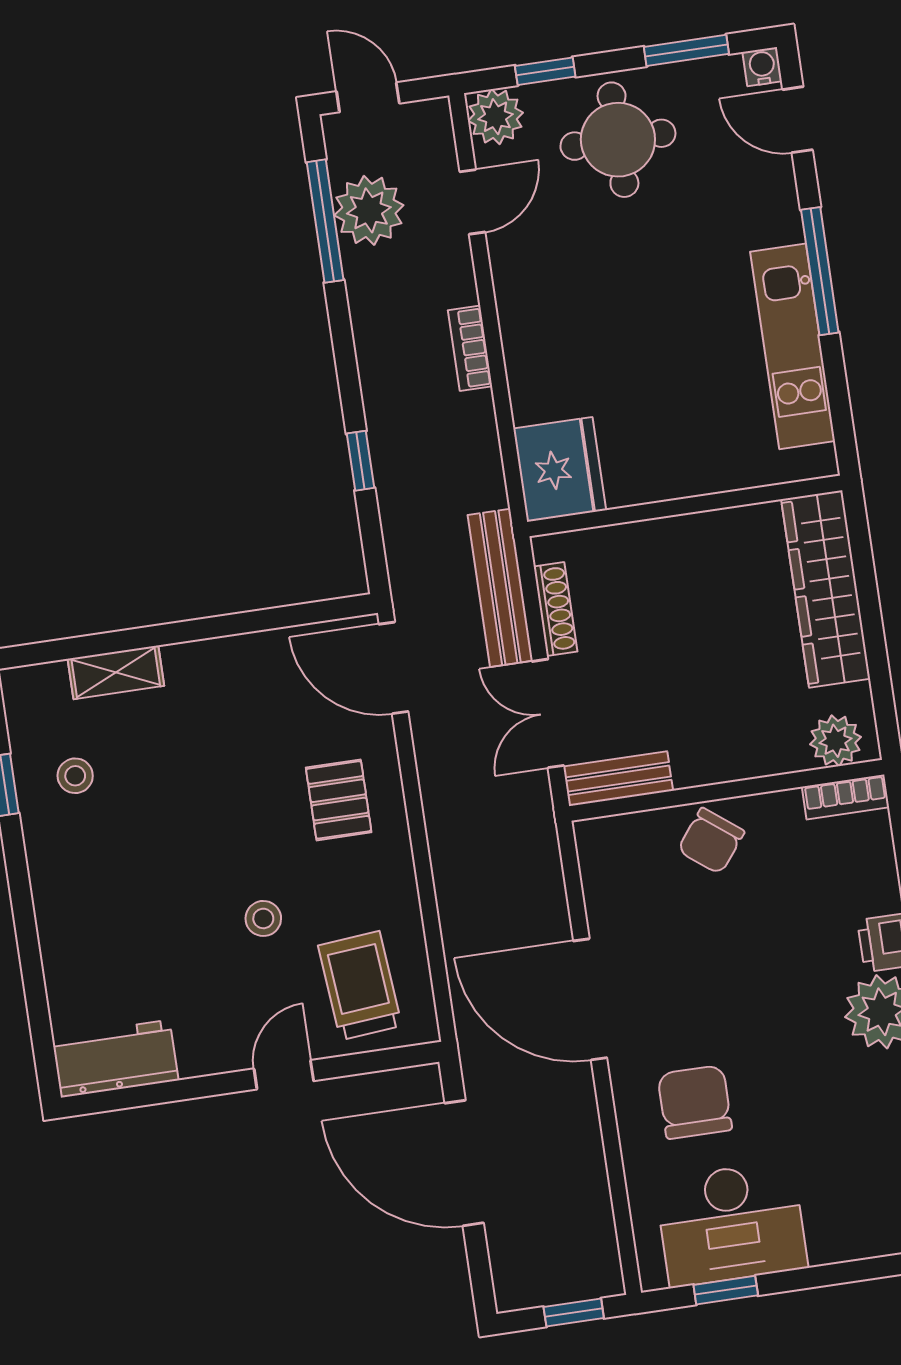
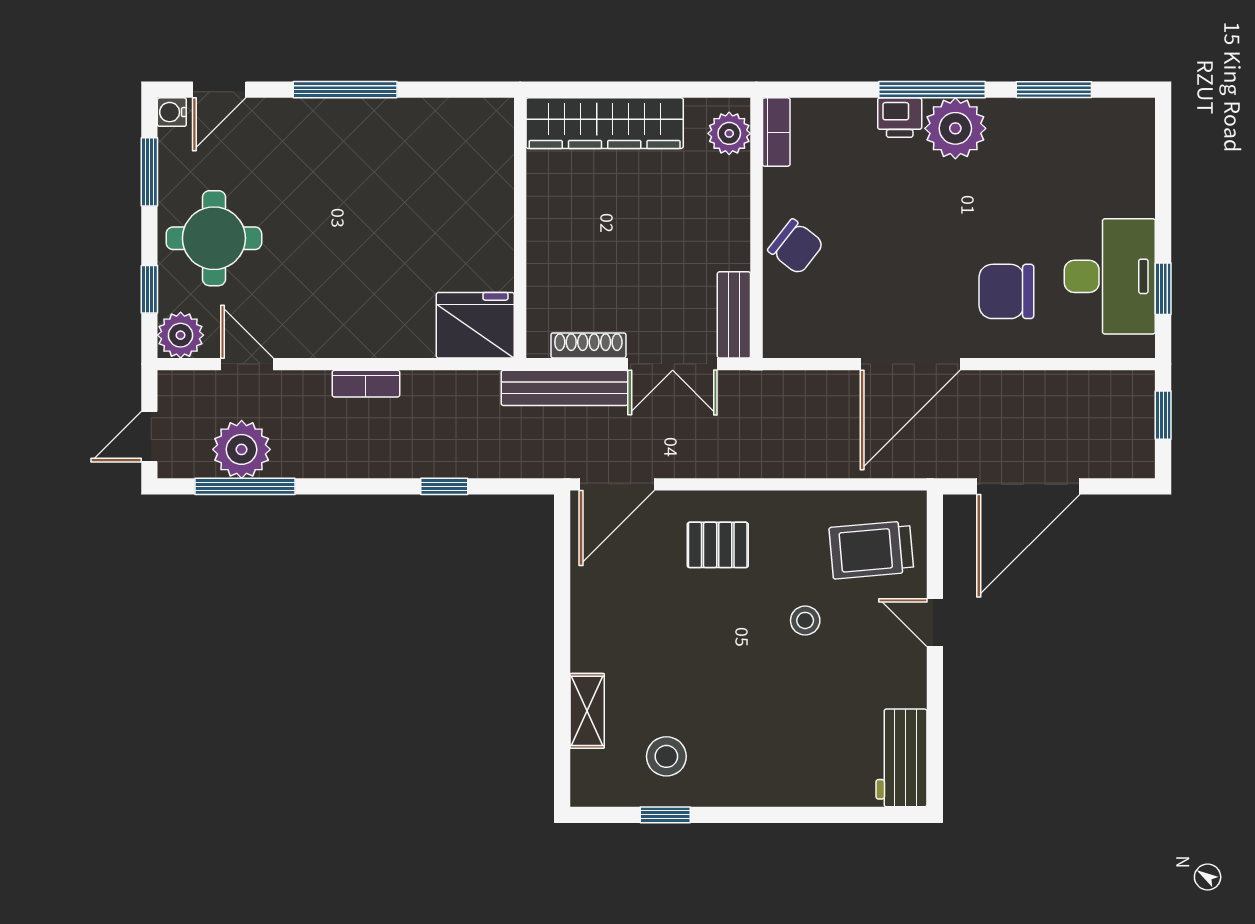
kitchen unit: (793, 346) -> (403, 121), removed
stool: (75, 776) -> (666, 756), width x1.37, depth x1.37

